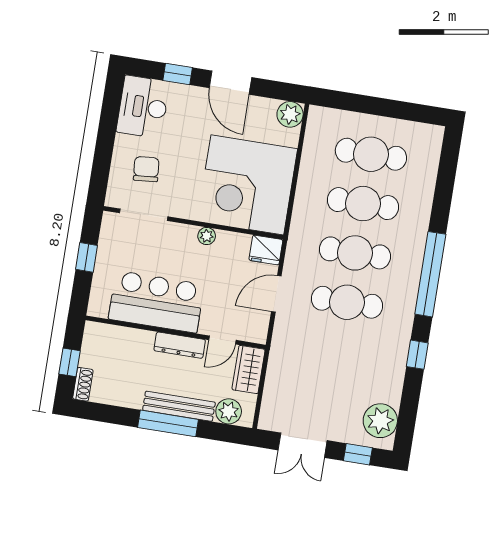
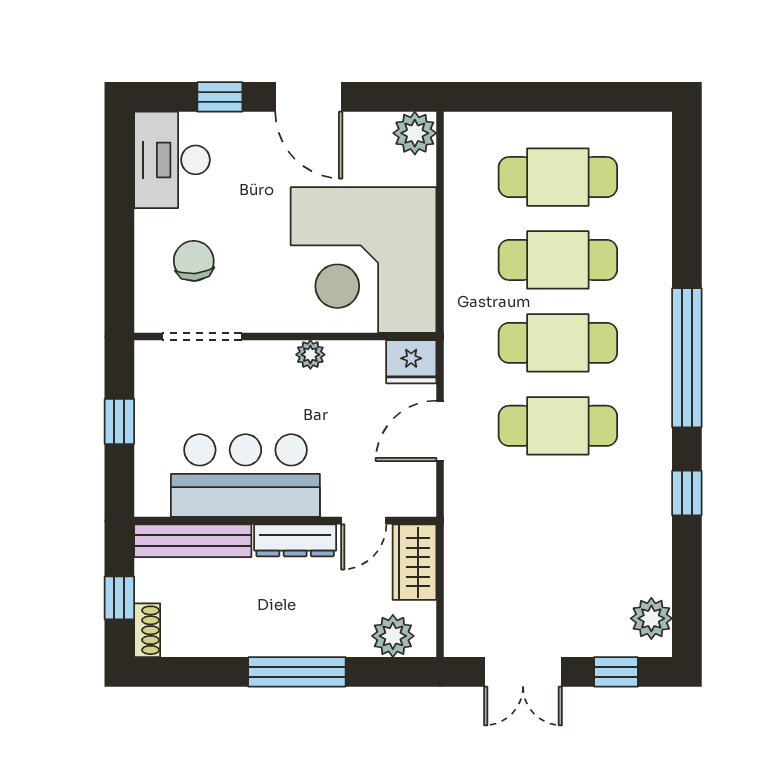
bench: (179, 406) -> (193, 541), moved
plant: (380, 421) -> (651, 618), width x0.73, depth x0.73

